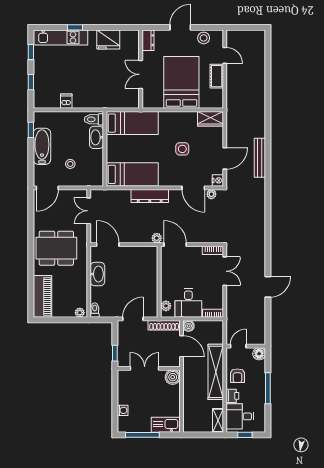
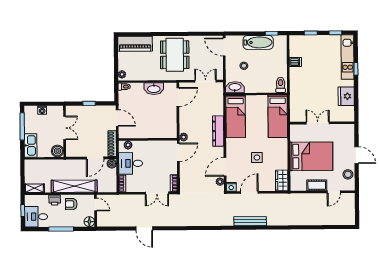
dresser: (148, 40) -> (346, 129), removed
washbasin: (96, 137) -> (235, 87), moved
door: (225, 158) -> (249, 192), swing flipped
double door: (145, 368) -> (65, 128), moved
wall: (149, 368) -> (65, 131), moved
boiler: (173, 377) -> (57, 151), moved
desk: (240, 416) -> (36, 217), moved, turned -90

